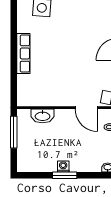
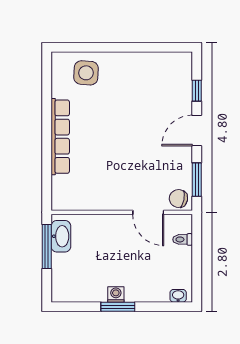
row of seats: (23, 53) -> (60, 137), width x1.36
washbasin: (43, 116) -> (61, 236), moved, turned -90

